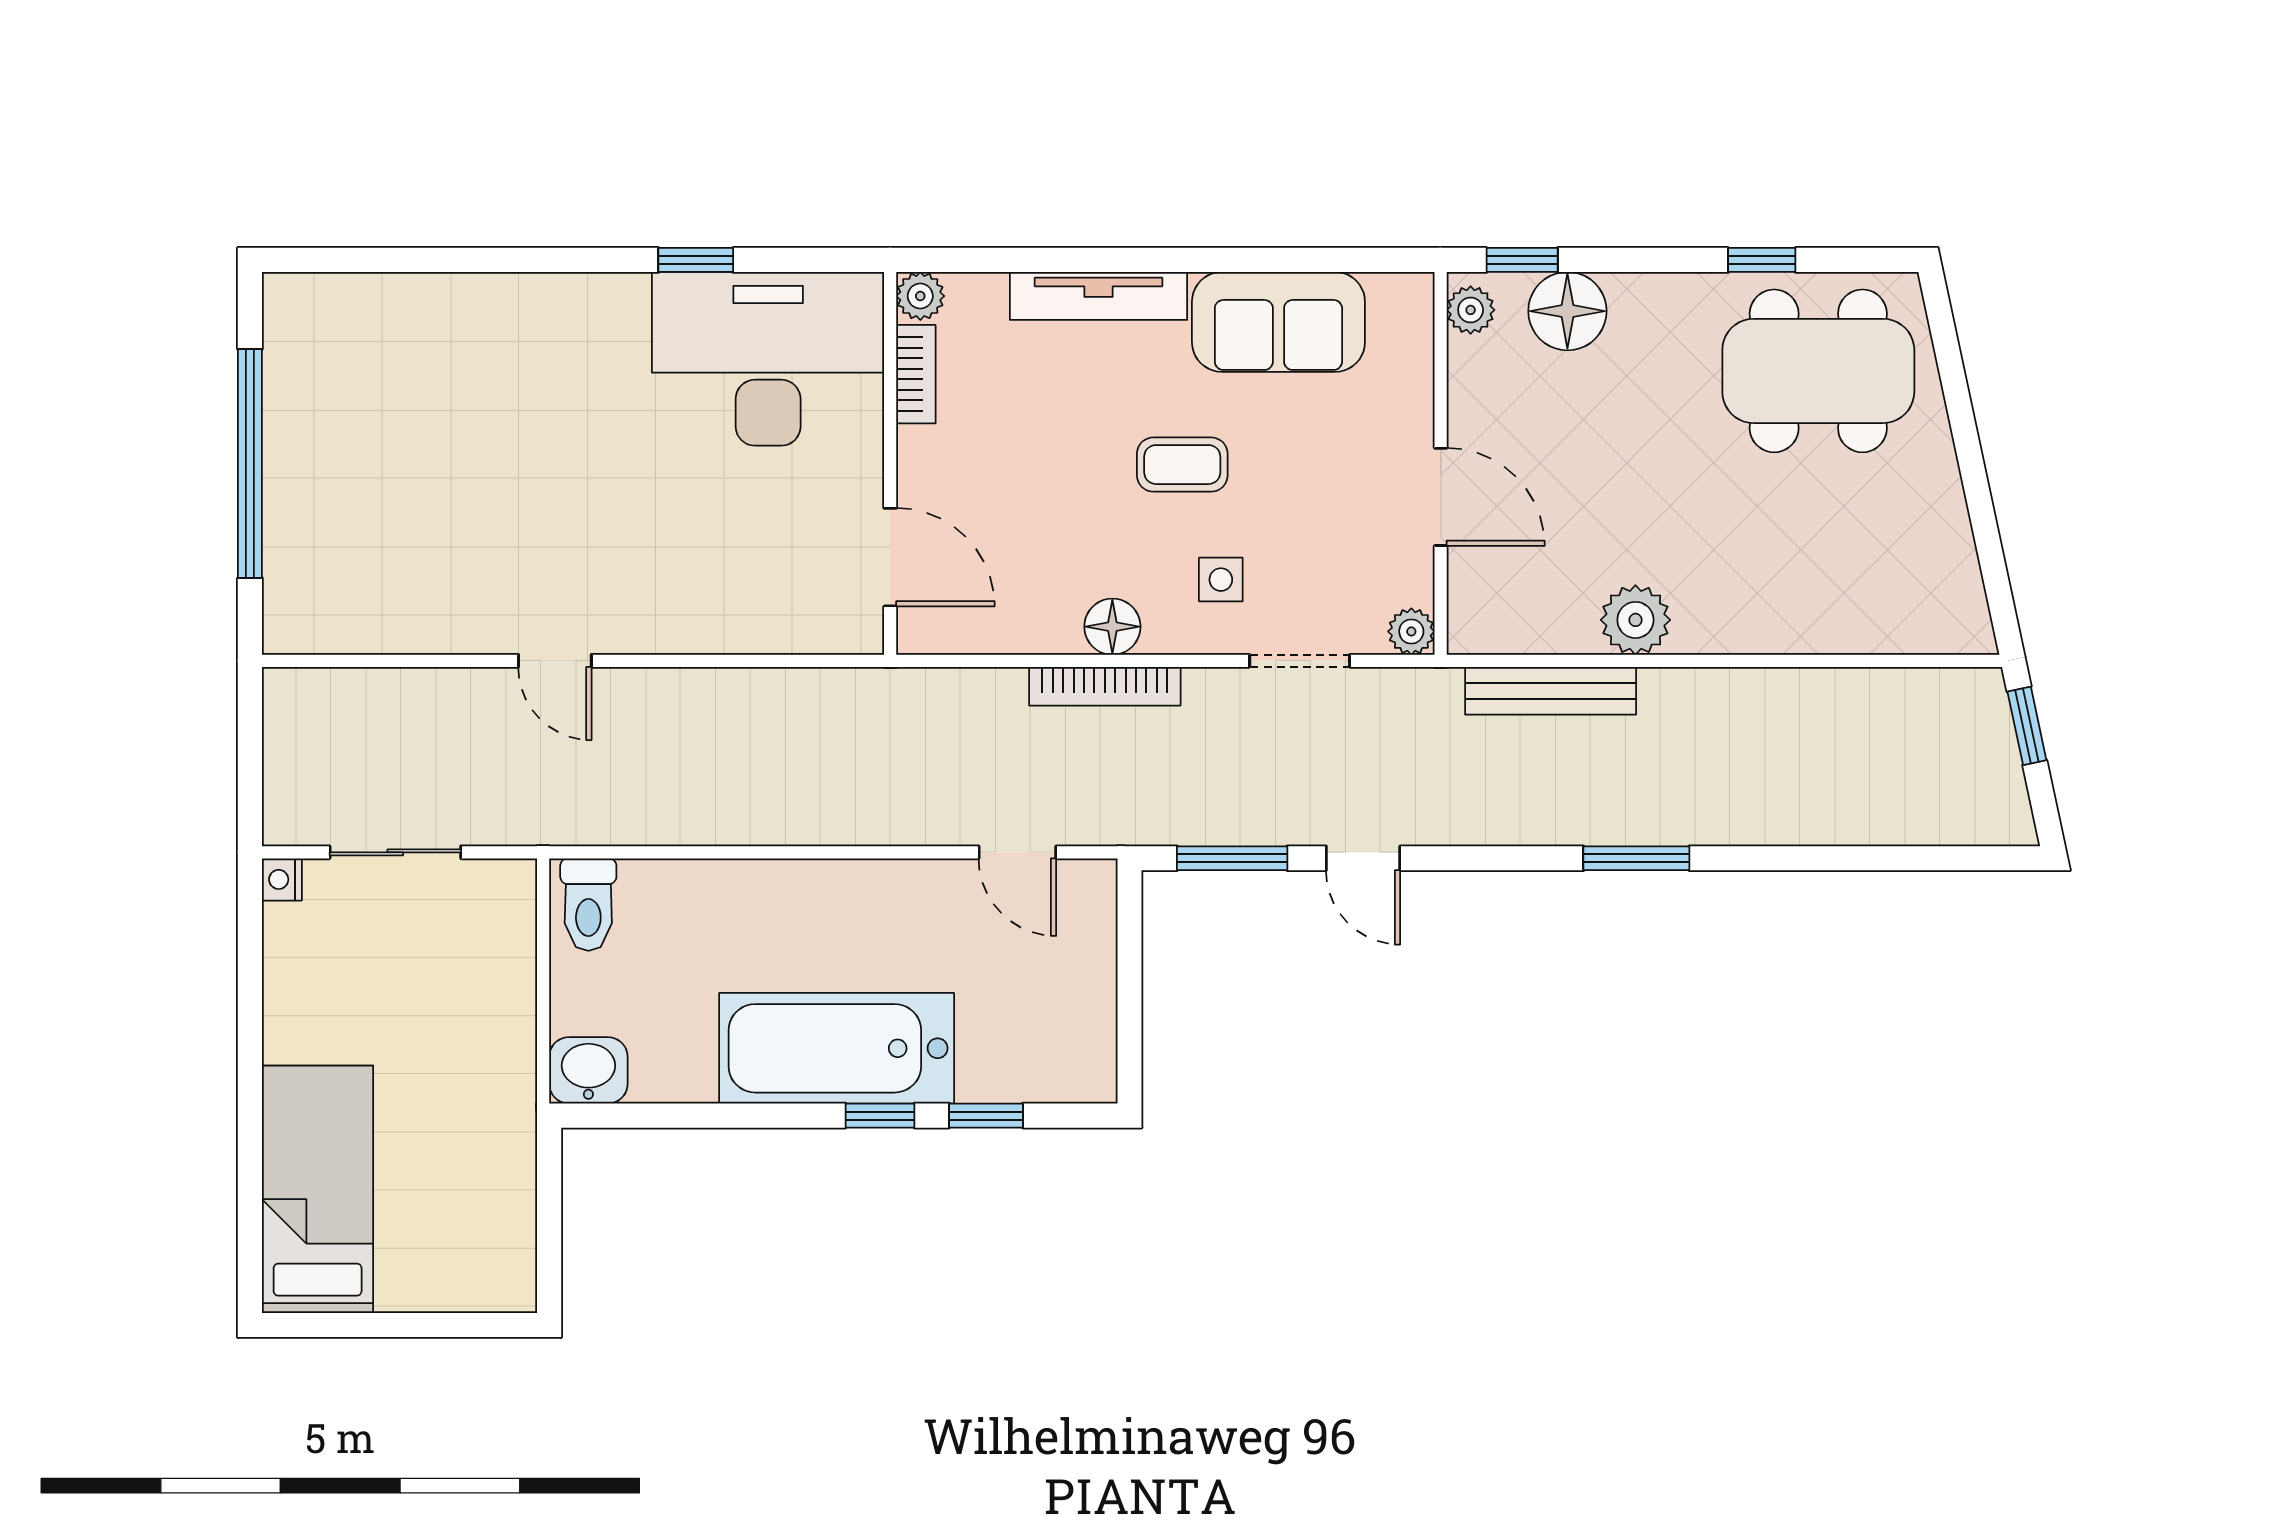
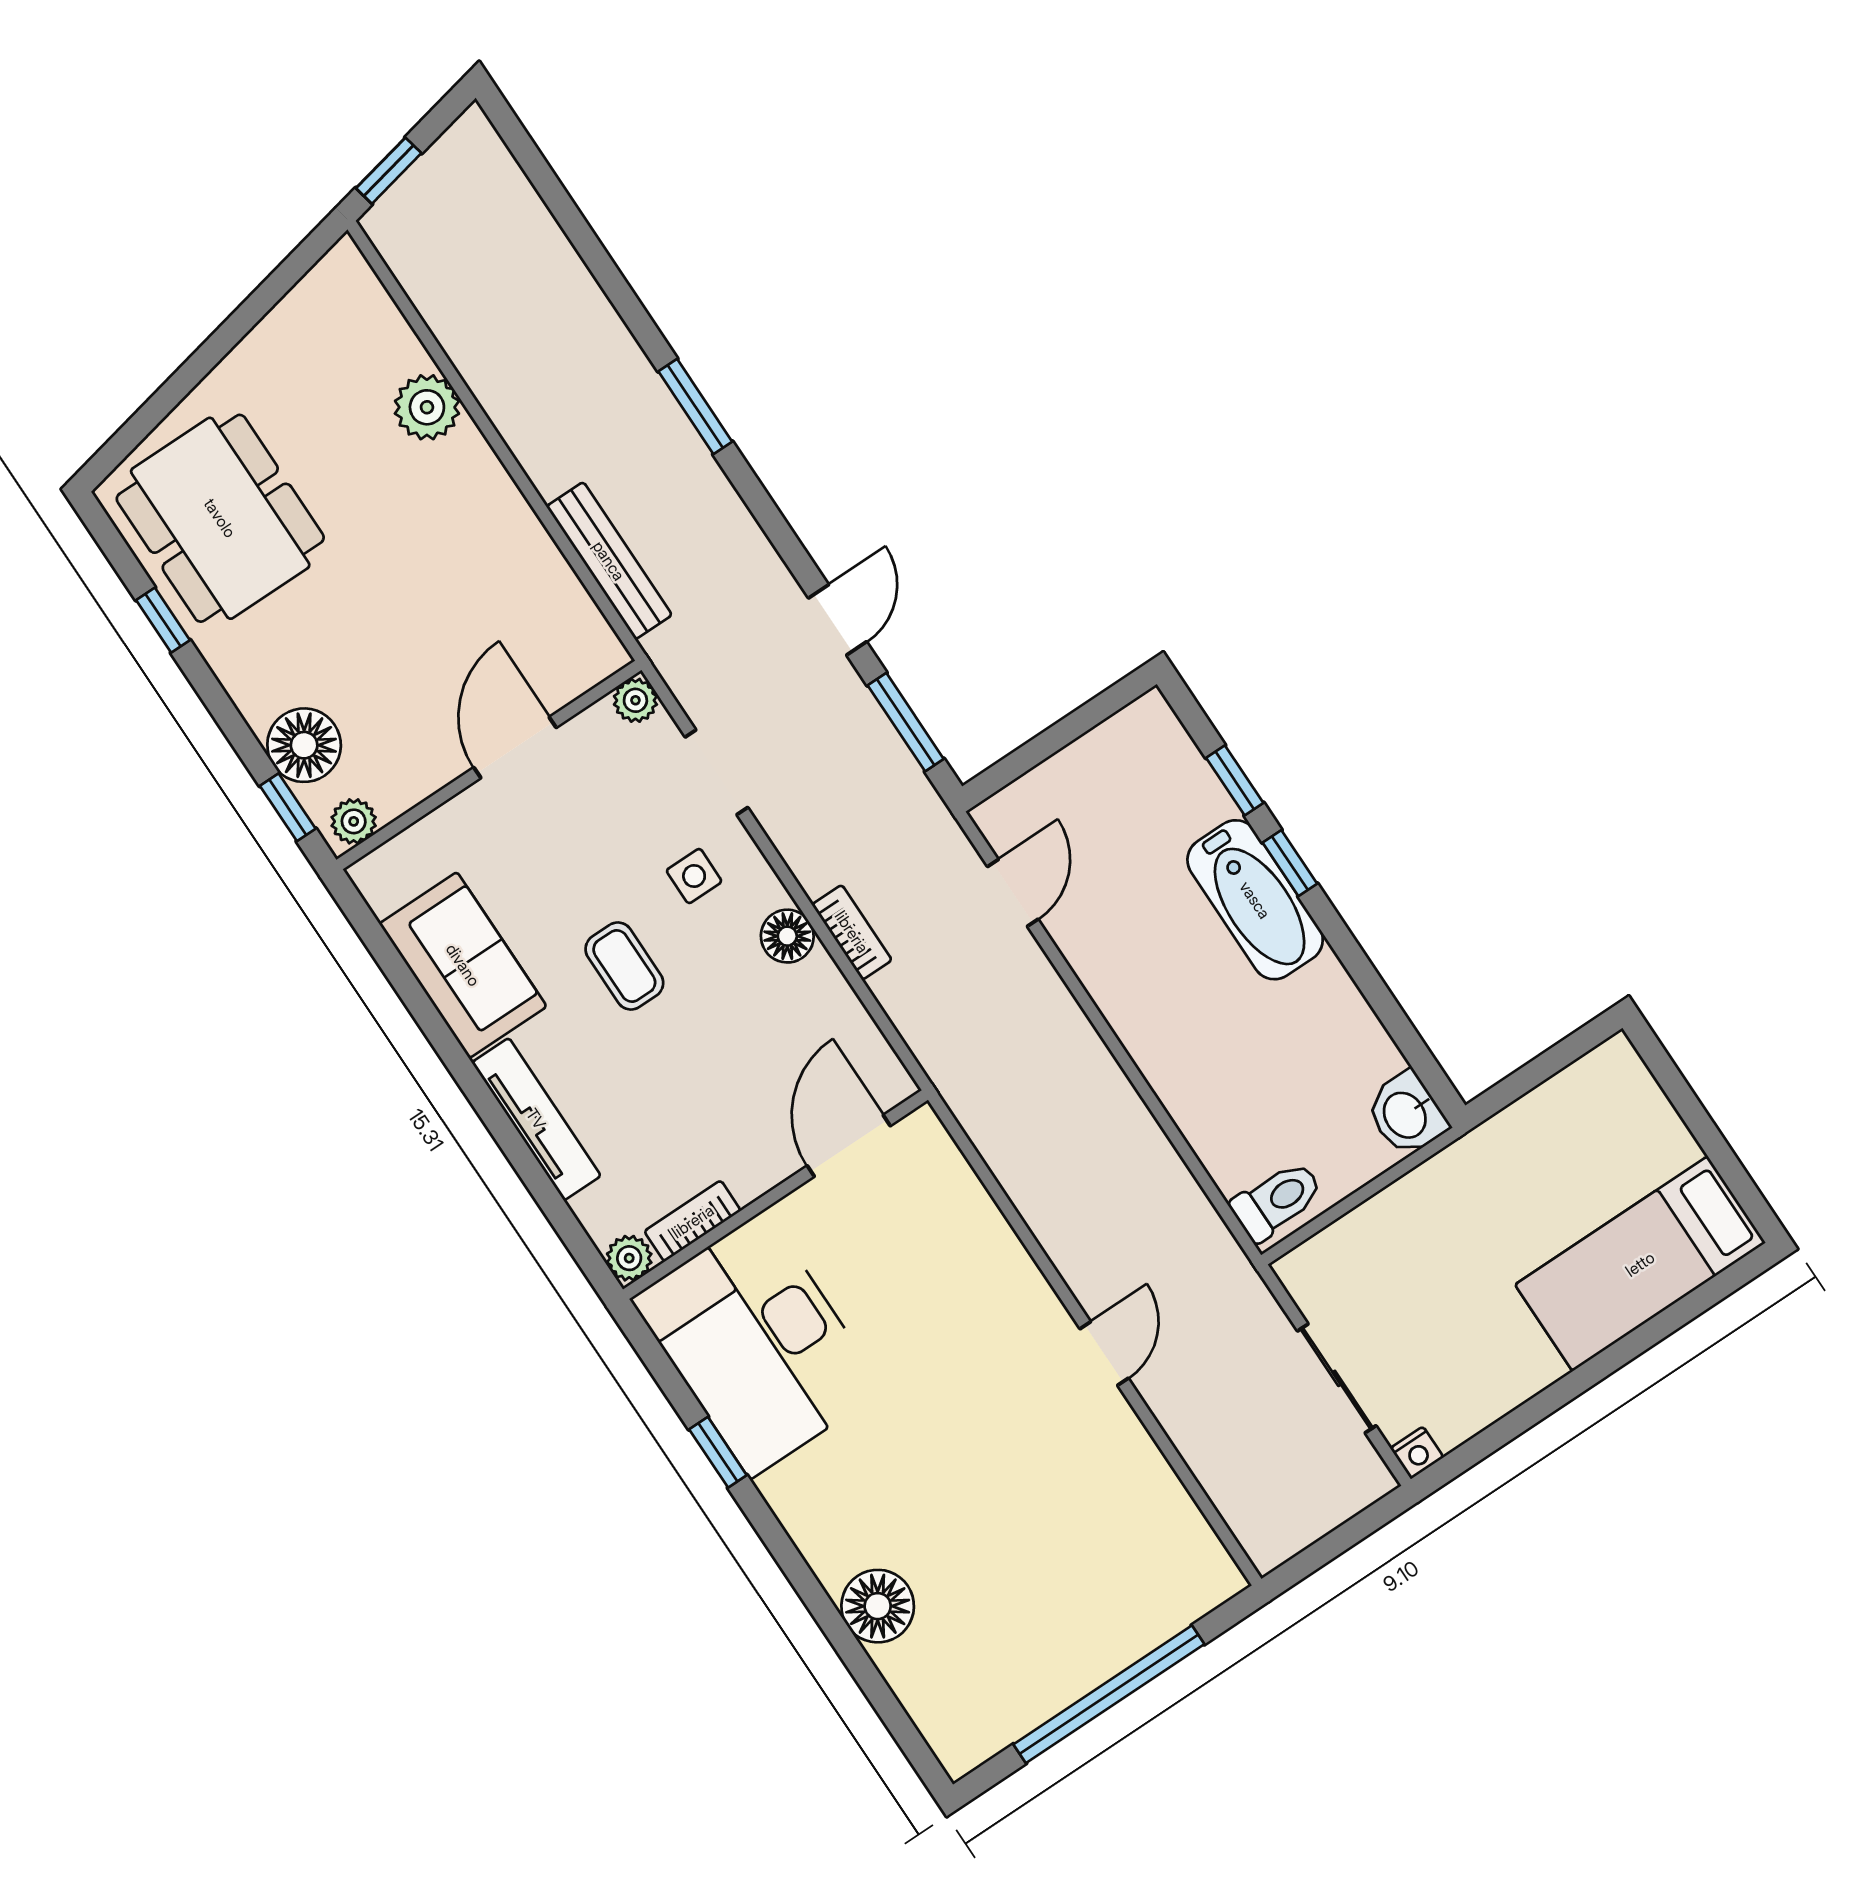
floor lamp: (465, 311) -> (878, 1606), added
plant: (1635, 620) -> (427, 407), moved
bookcase: (1105, 686) -> (852, 932), width x0.64
bathtub: (837, 1048) -> (1255, 900), width x0.73, depth x0.73

